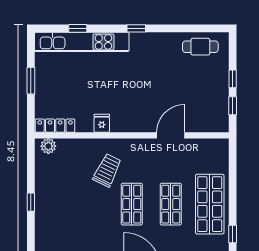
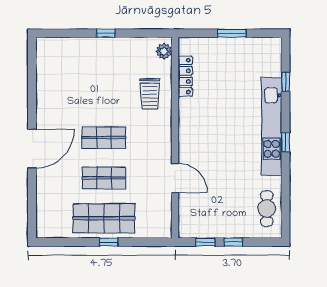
kitchen unit: (82, 42) -> (272, 126), moved
fridge: (102, 123) -> (188, 107), removed
locker: (55, 126) -> (185, 76), moved
trolley: (107, 170) -> (150, 94), moved, turned 64
window: (233, 234) -> (109, 242), moved

